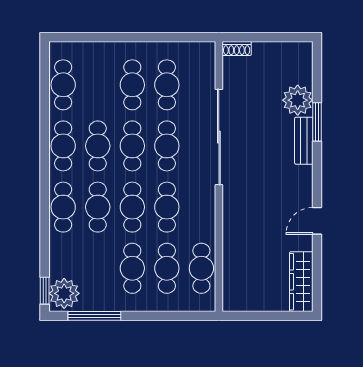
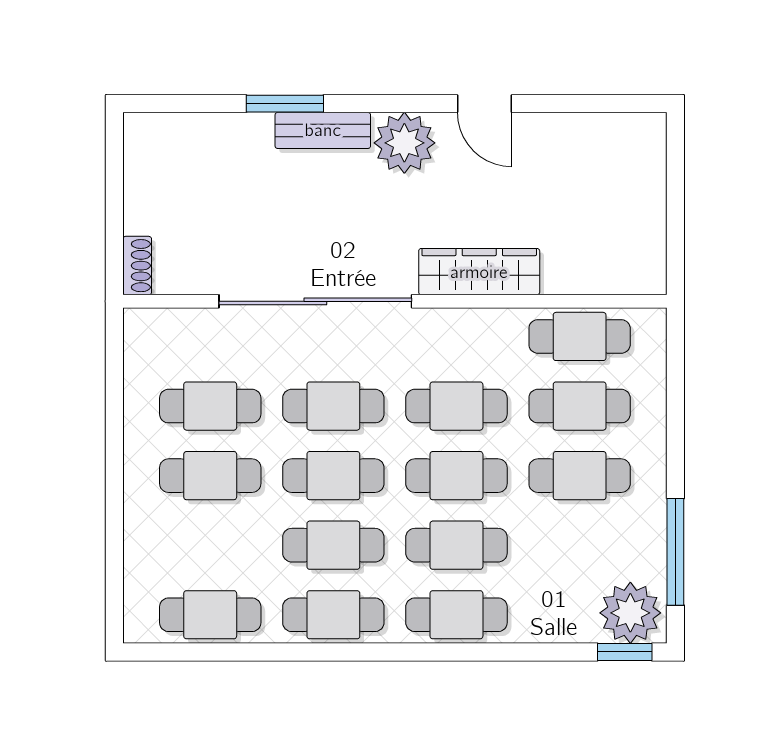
plant: (298, 100) -> (404, 143), moved
wardrobe: (301, 282) -> (479, 272), moved, turned 180

